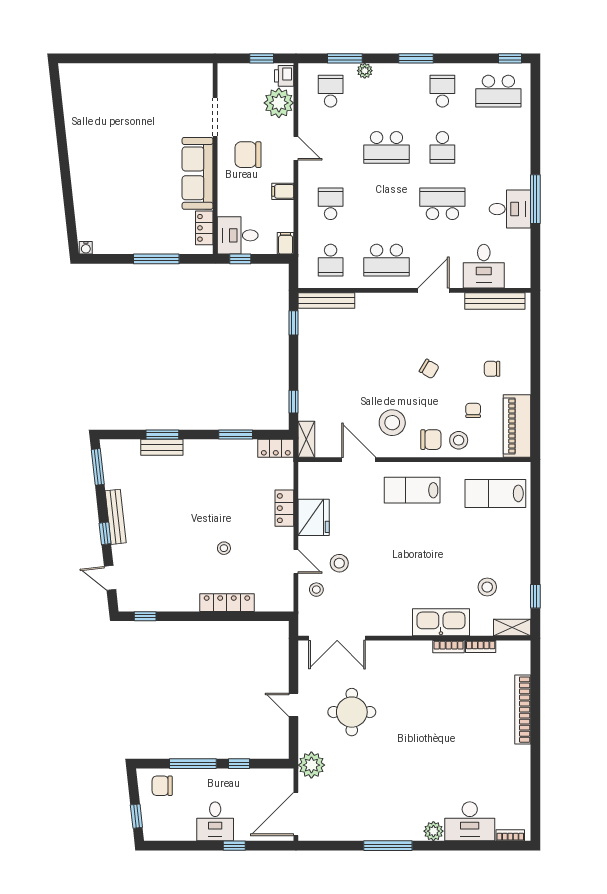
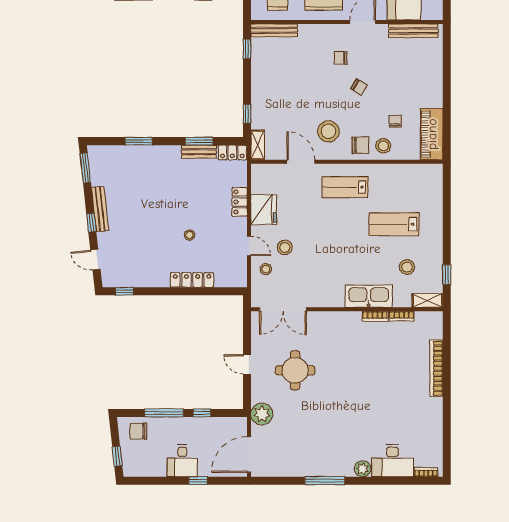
chair: (492, 369) -> (340, 58), moved
bench: (162, 447) -> (199, 152), moved
lab bench: (495, 493) -> (394, 224), moved

